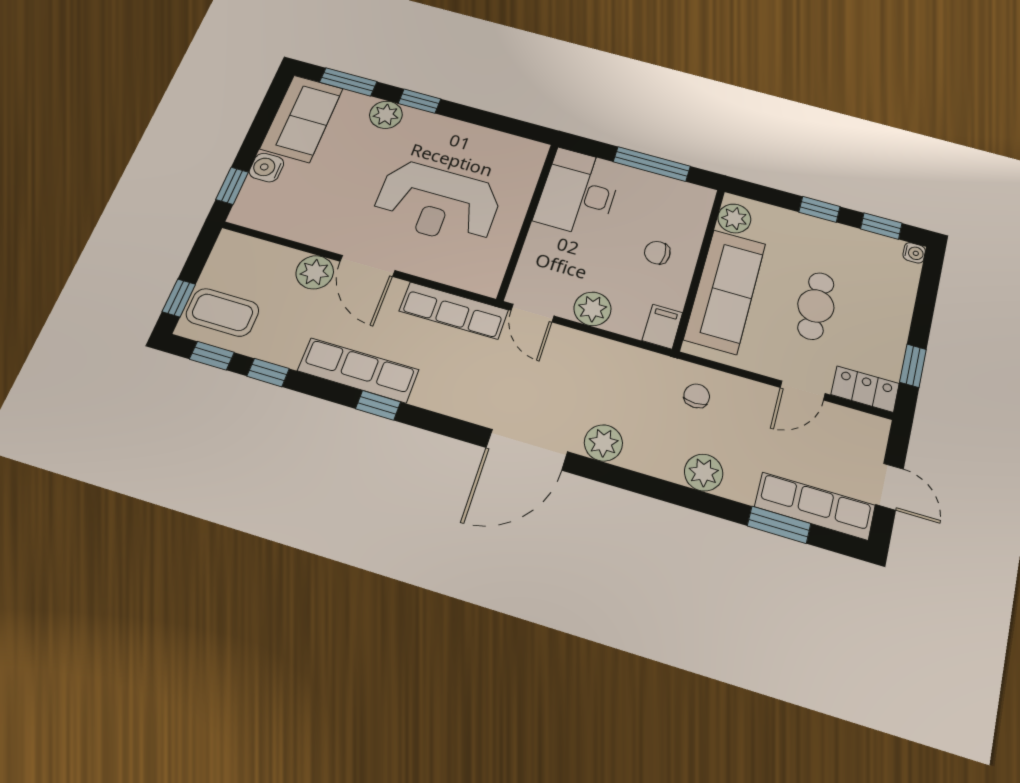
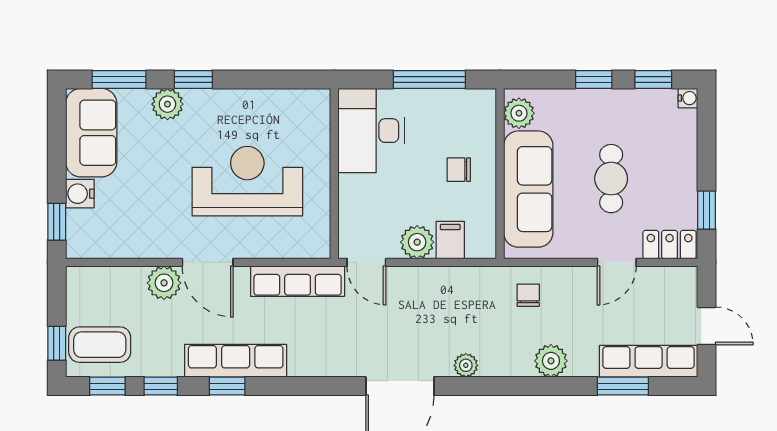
reception desk: (438, 203) -> (247, 181), turned 180
filing cabinet: (662, 327) -> (450, 240), moved
window: (378, 405) -> (227, 386), moved
plant: (603, 443) -> (466, 365), width x0.73, depth x0.73

